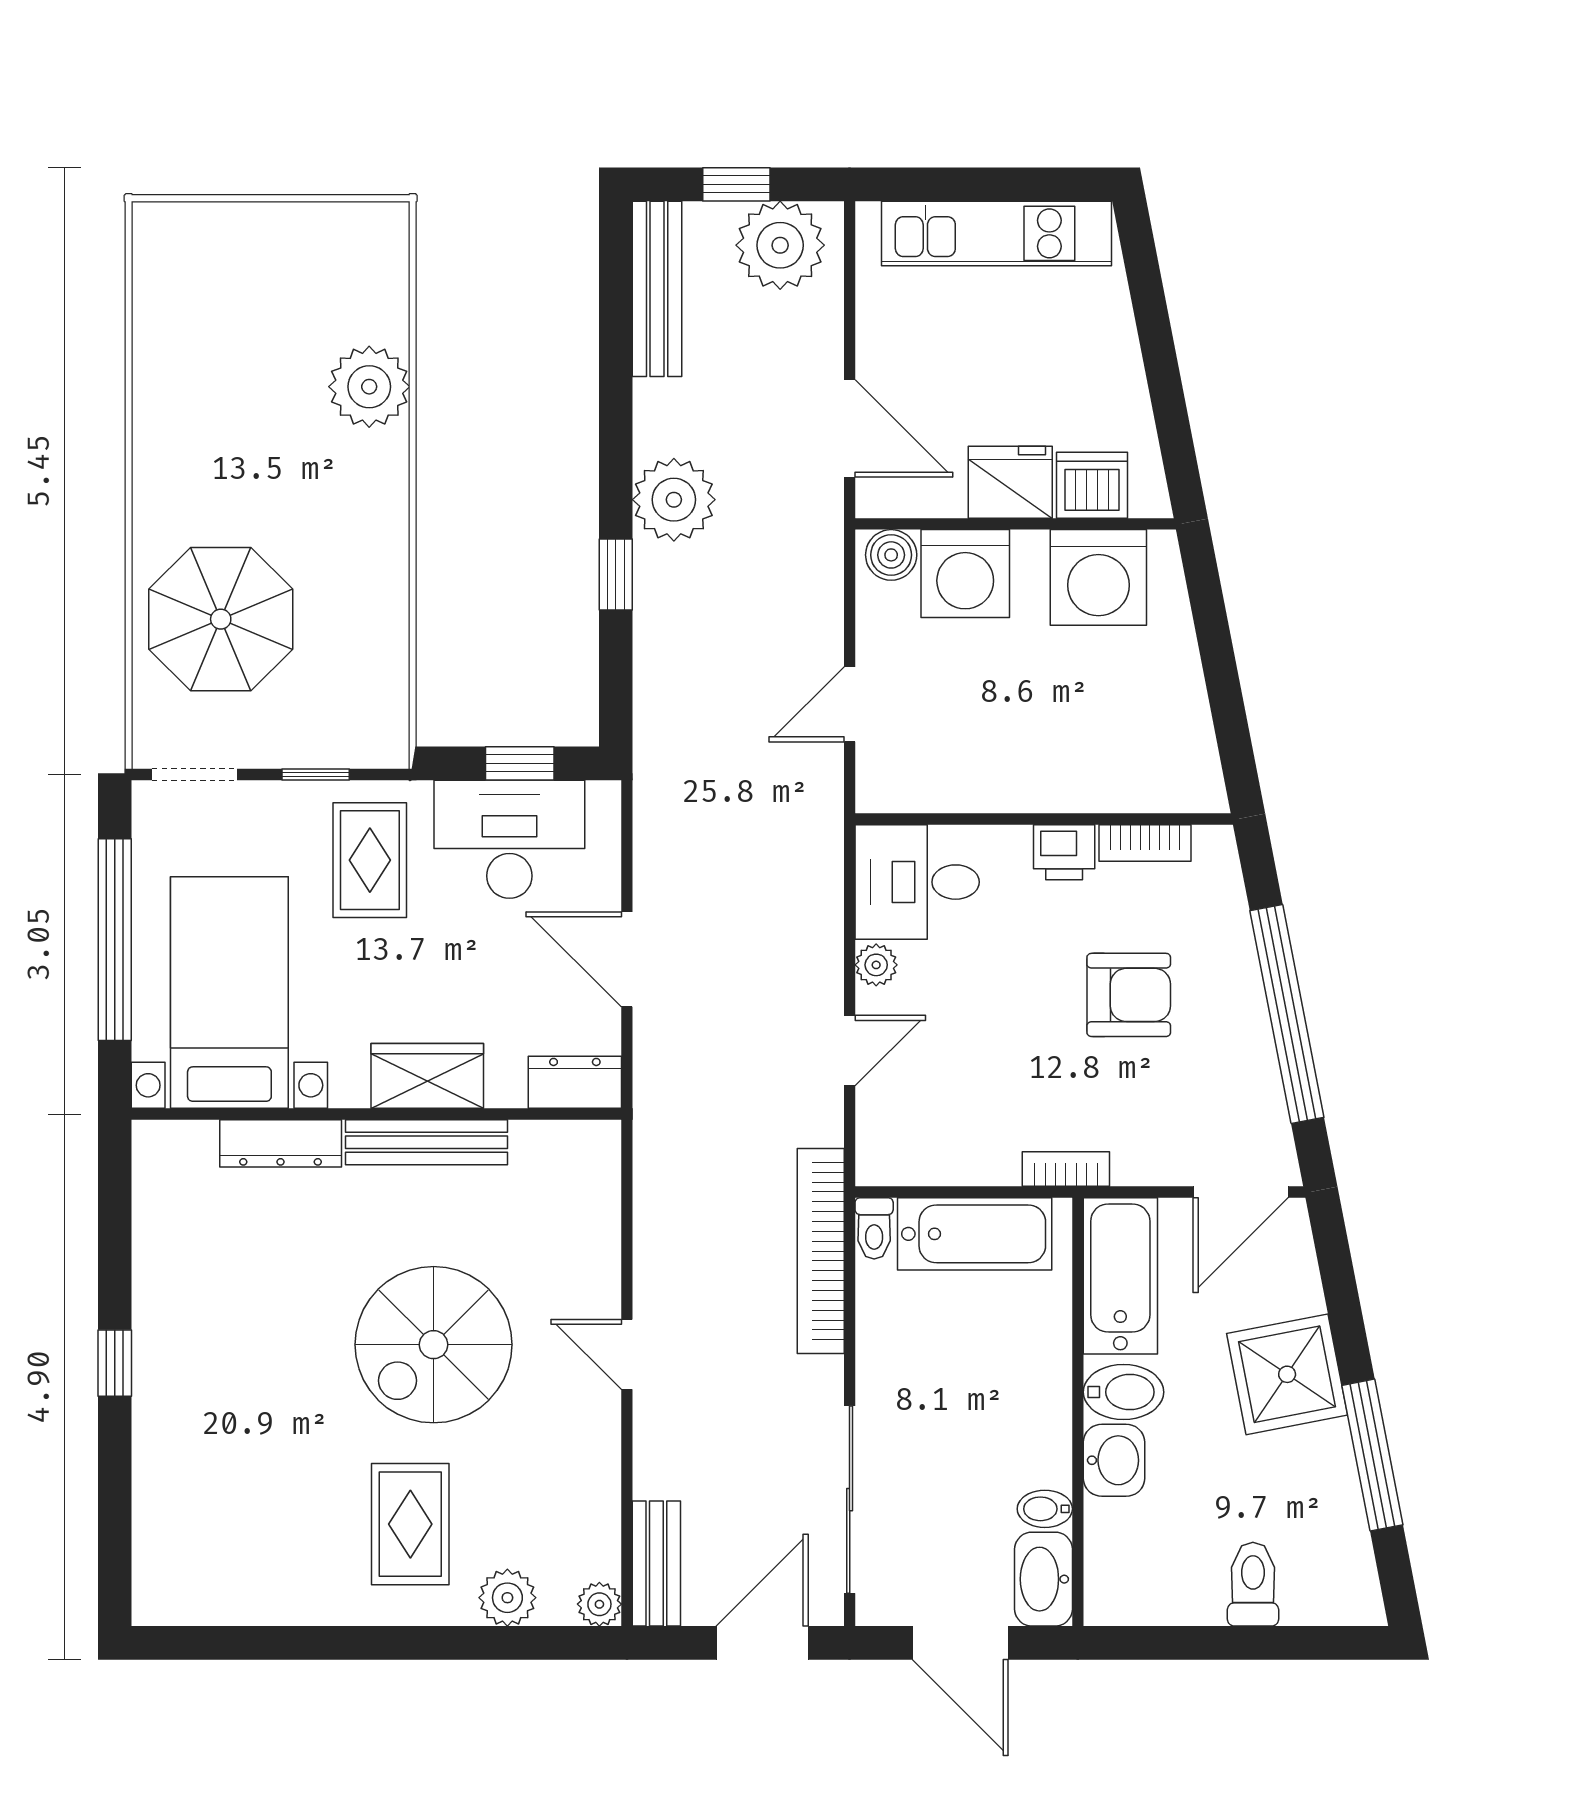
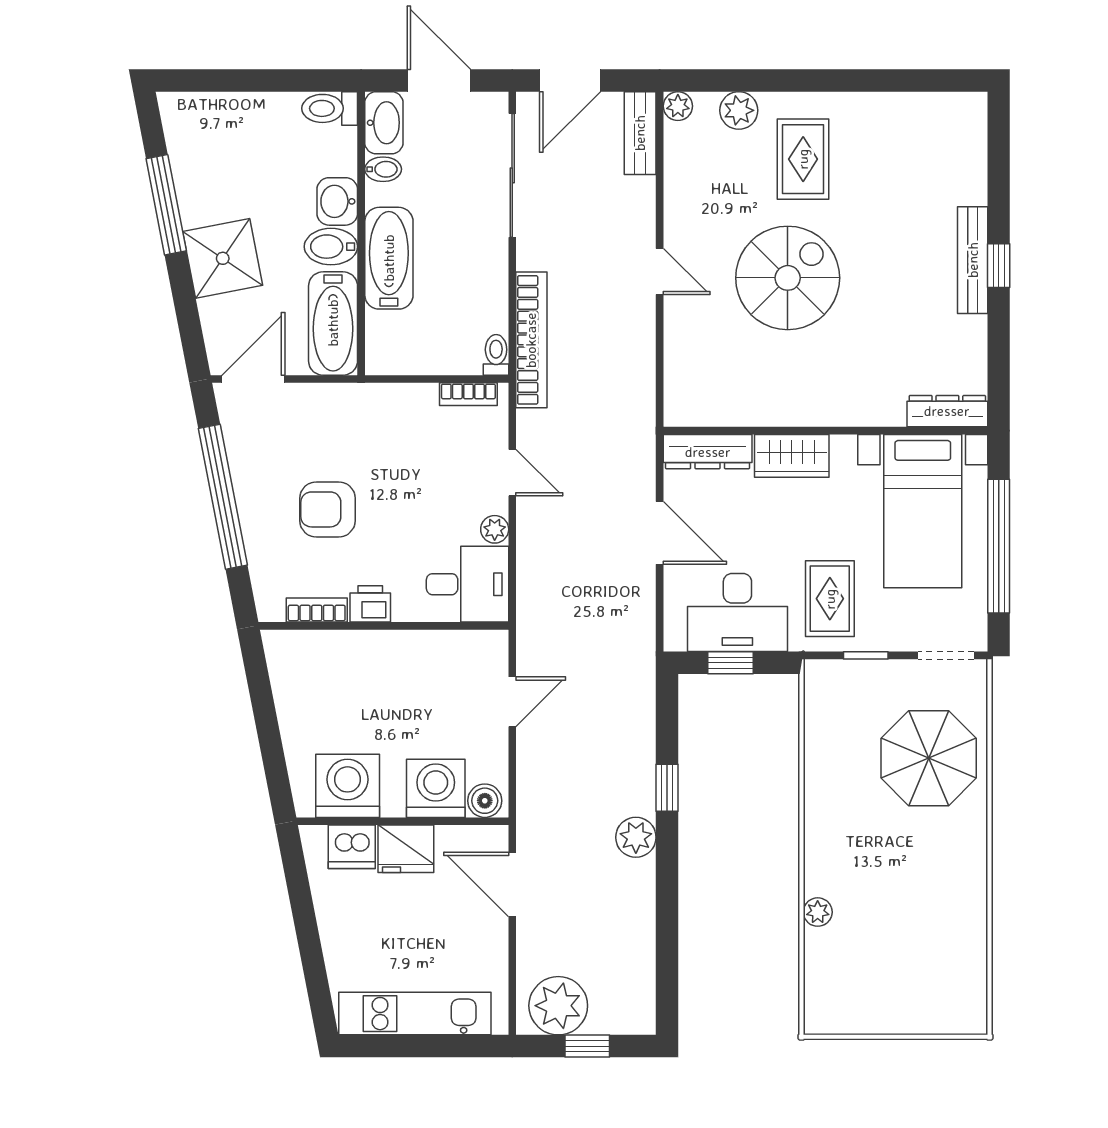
bench: (657, 289) -> (640, 977), removed
plant: (369, 387) -> (818, 912), width x0.53, depth x0.53
plant: (674, 500) -> (636, 837), width x0.73, depth x0.73
door: (850, 1051) -> (512, 473), swing flipped
dresser: (575, 1082) -> (708, 452), width x1.44
bench: (427, 1142) -> (973, 260), moved, turned 90
dresser: (281, 1143) -> (947, 411), moved
bookcase: (1066, 1169) -> (468, 394), moved
bathtub: (975, 1234) -> (389, 258), moved, turned 90
toilet: (1253, 1584) -> (330, 108), moved, turned 90

